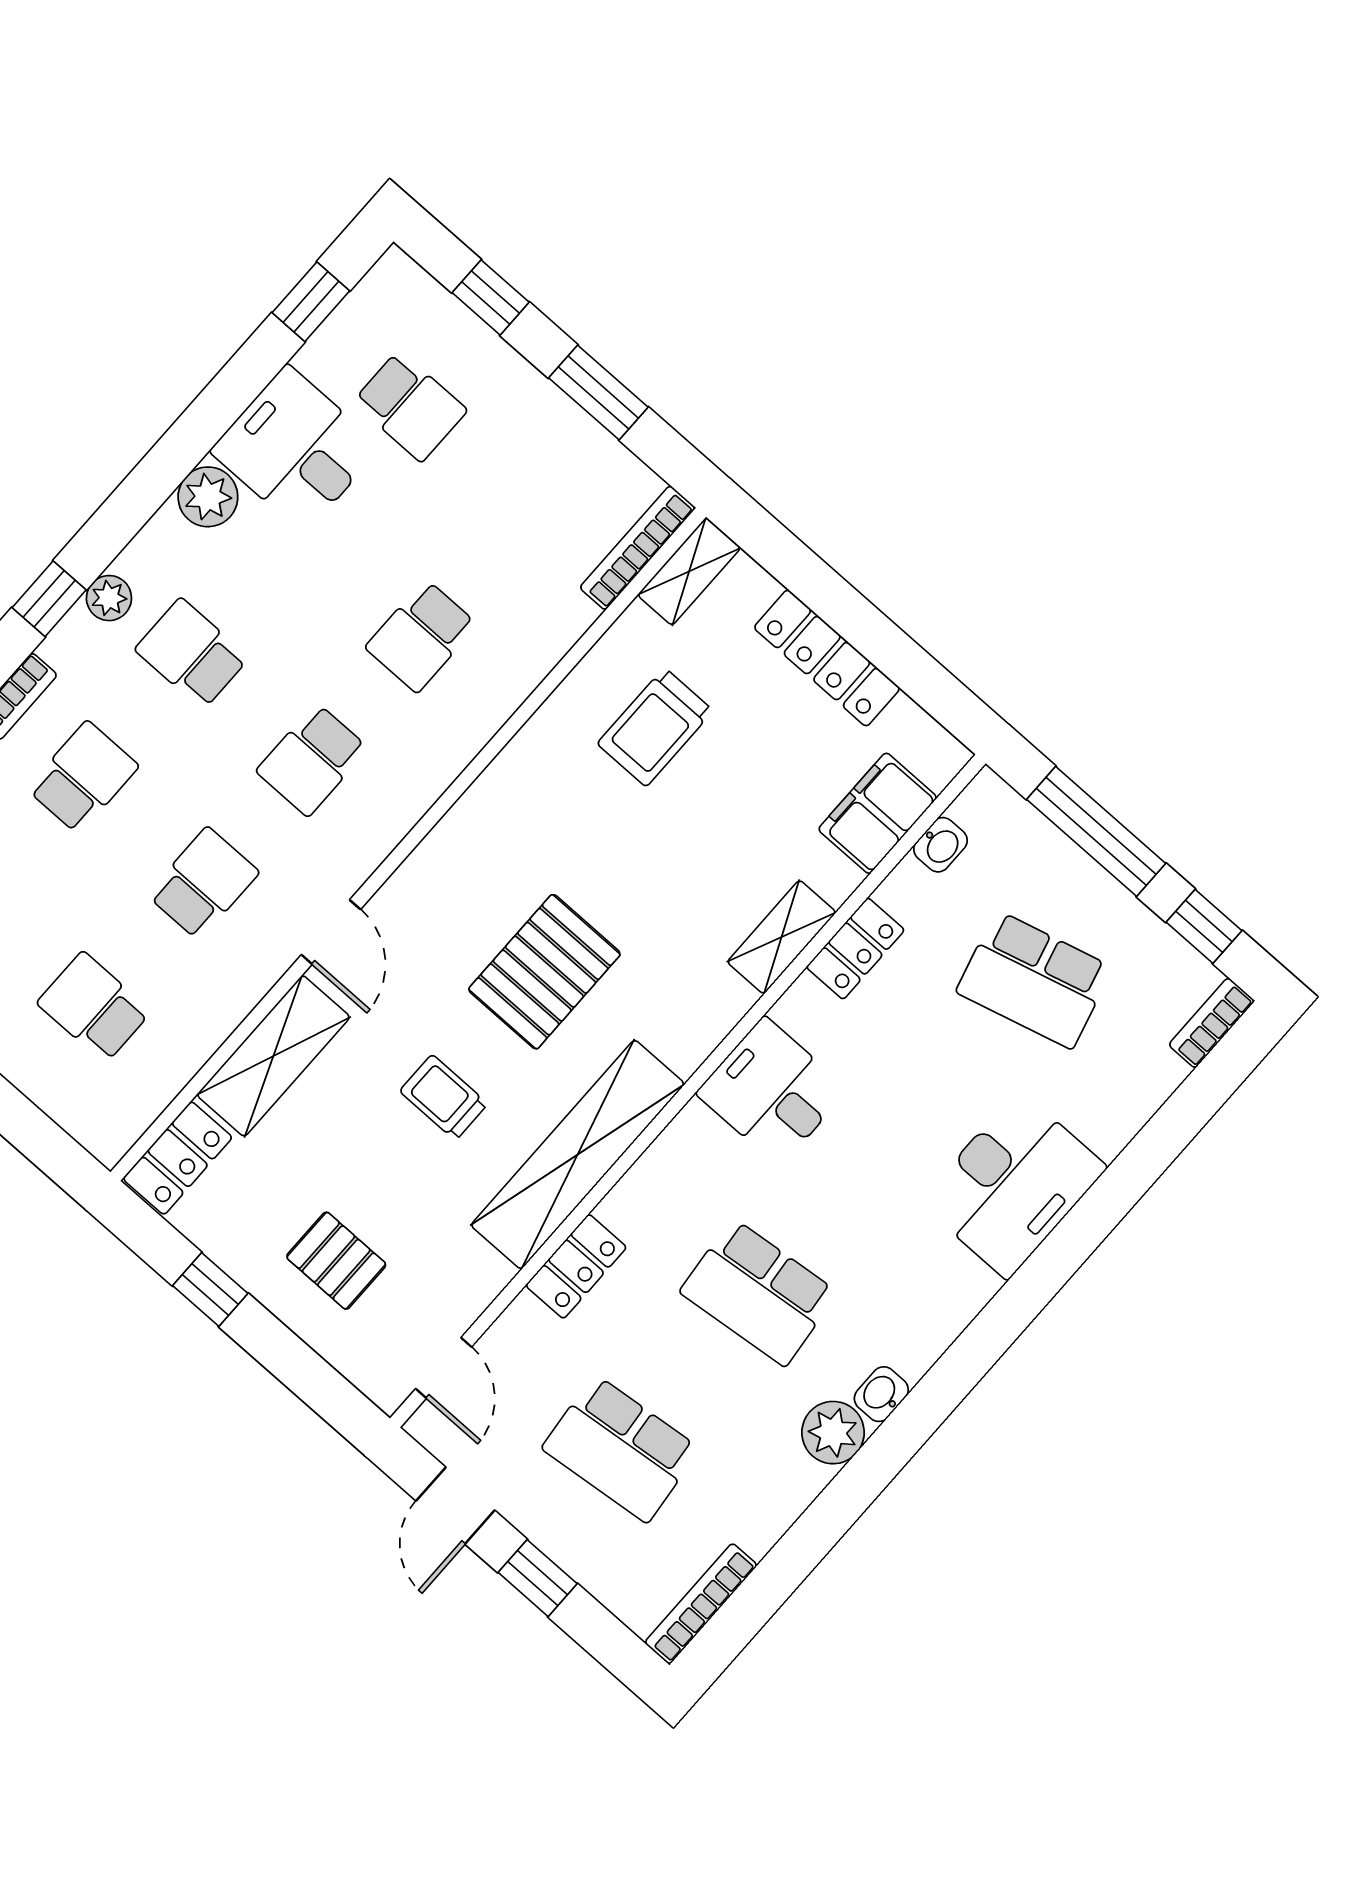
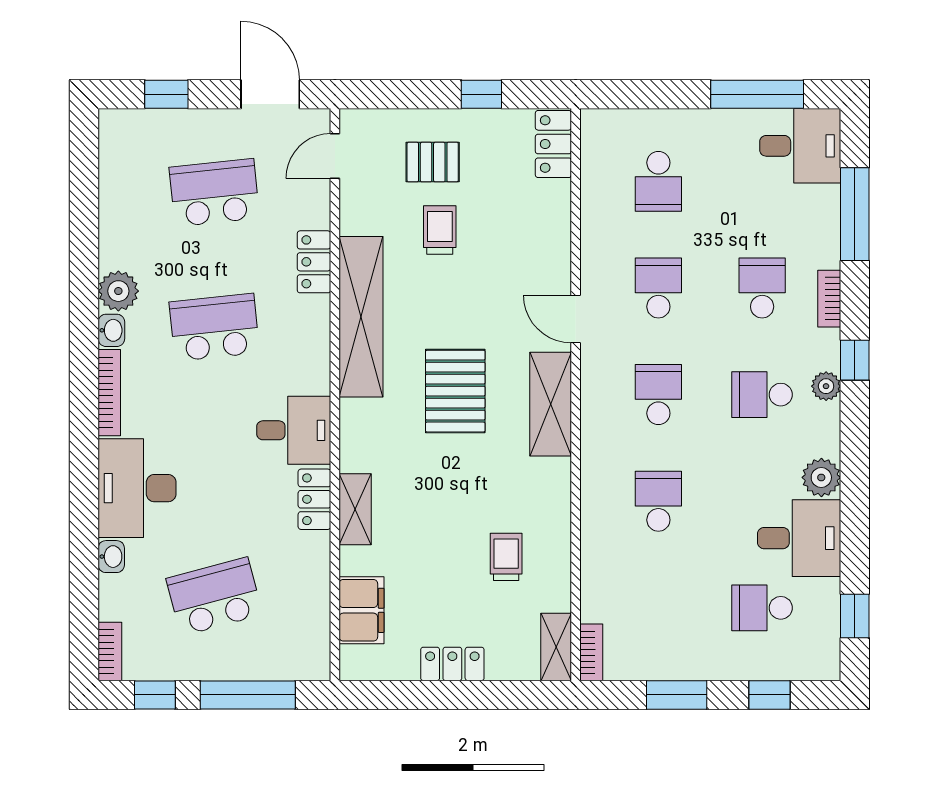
bookcase: (638, 548) -> (591, 652), width x0.64
school desk: (192, 654) -> (762, 395), turned 180
locker: (827, 658) -> (452, 664), width x0.66
trolley: (655, 727) -> (506, 557), width x0.73, depth x0.72
school desk: (83, 777) -> (762, 288), turned 180
washbasin: (940, 845) -> (111, 557), moved, turned 180
school desk: (203, 884) -> (658, 288), turned 180
locker: (855, 949) -> (314, 499), moved
school desk: (94, 1007) -> (658, 181), turned 90
shelving: (273, 1056) -> (551, 404), moved
trolley: (444, 1097) -> (440, 230), moved, turned -90
door: (444, 1368) -> (335, 156), hinge flipped
door: (455, 1506) -> (270, 94), width x1.38
window: (538, 1578) -> (166, 94), moved
bookcase: (701, 1604) -> (109, 393), moved

